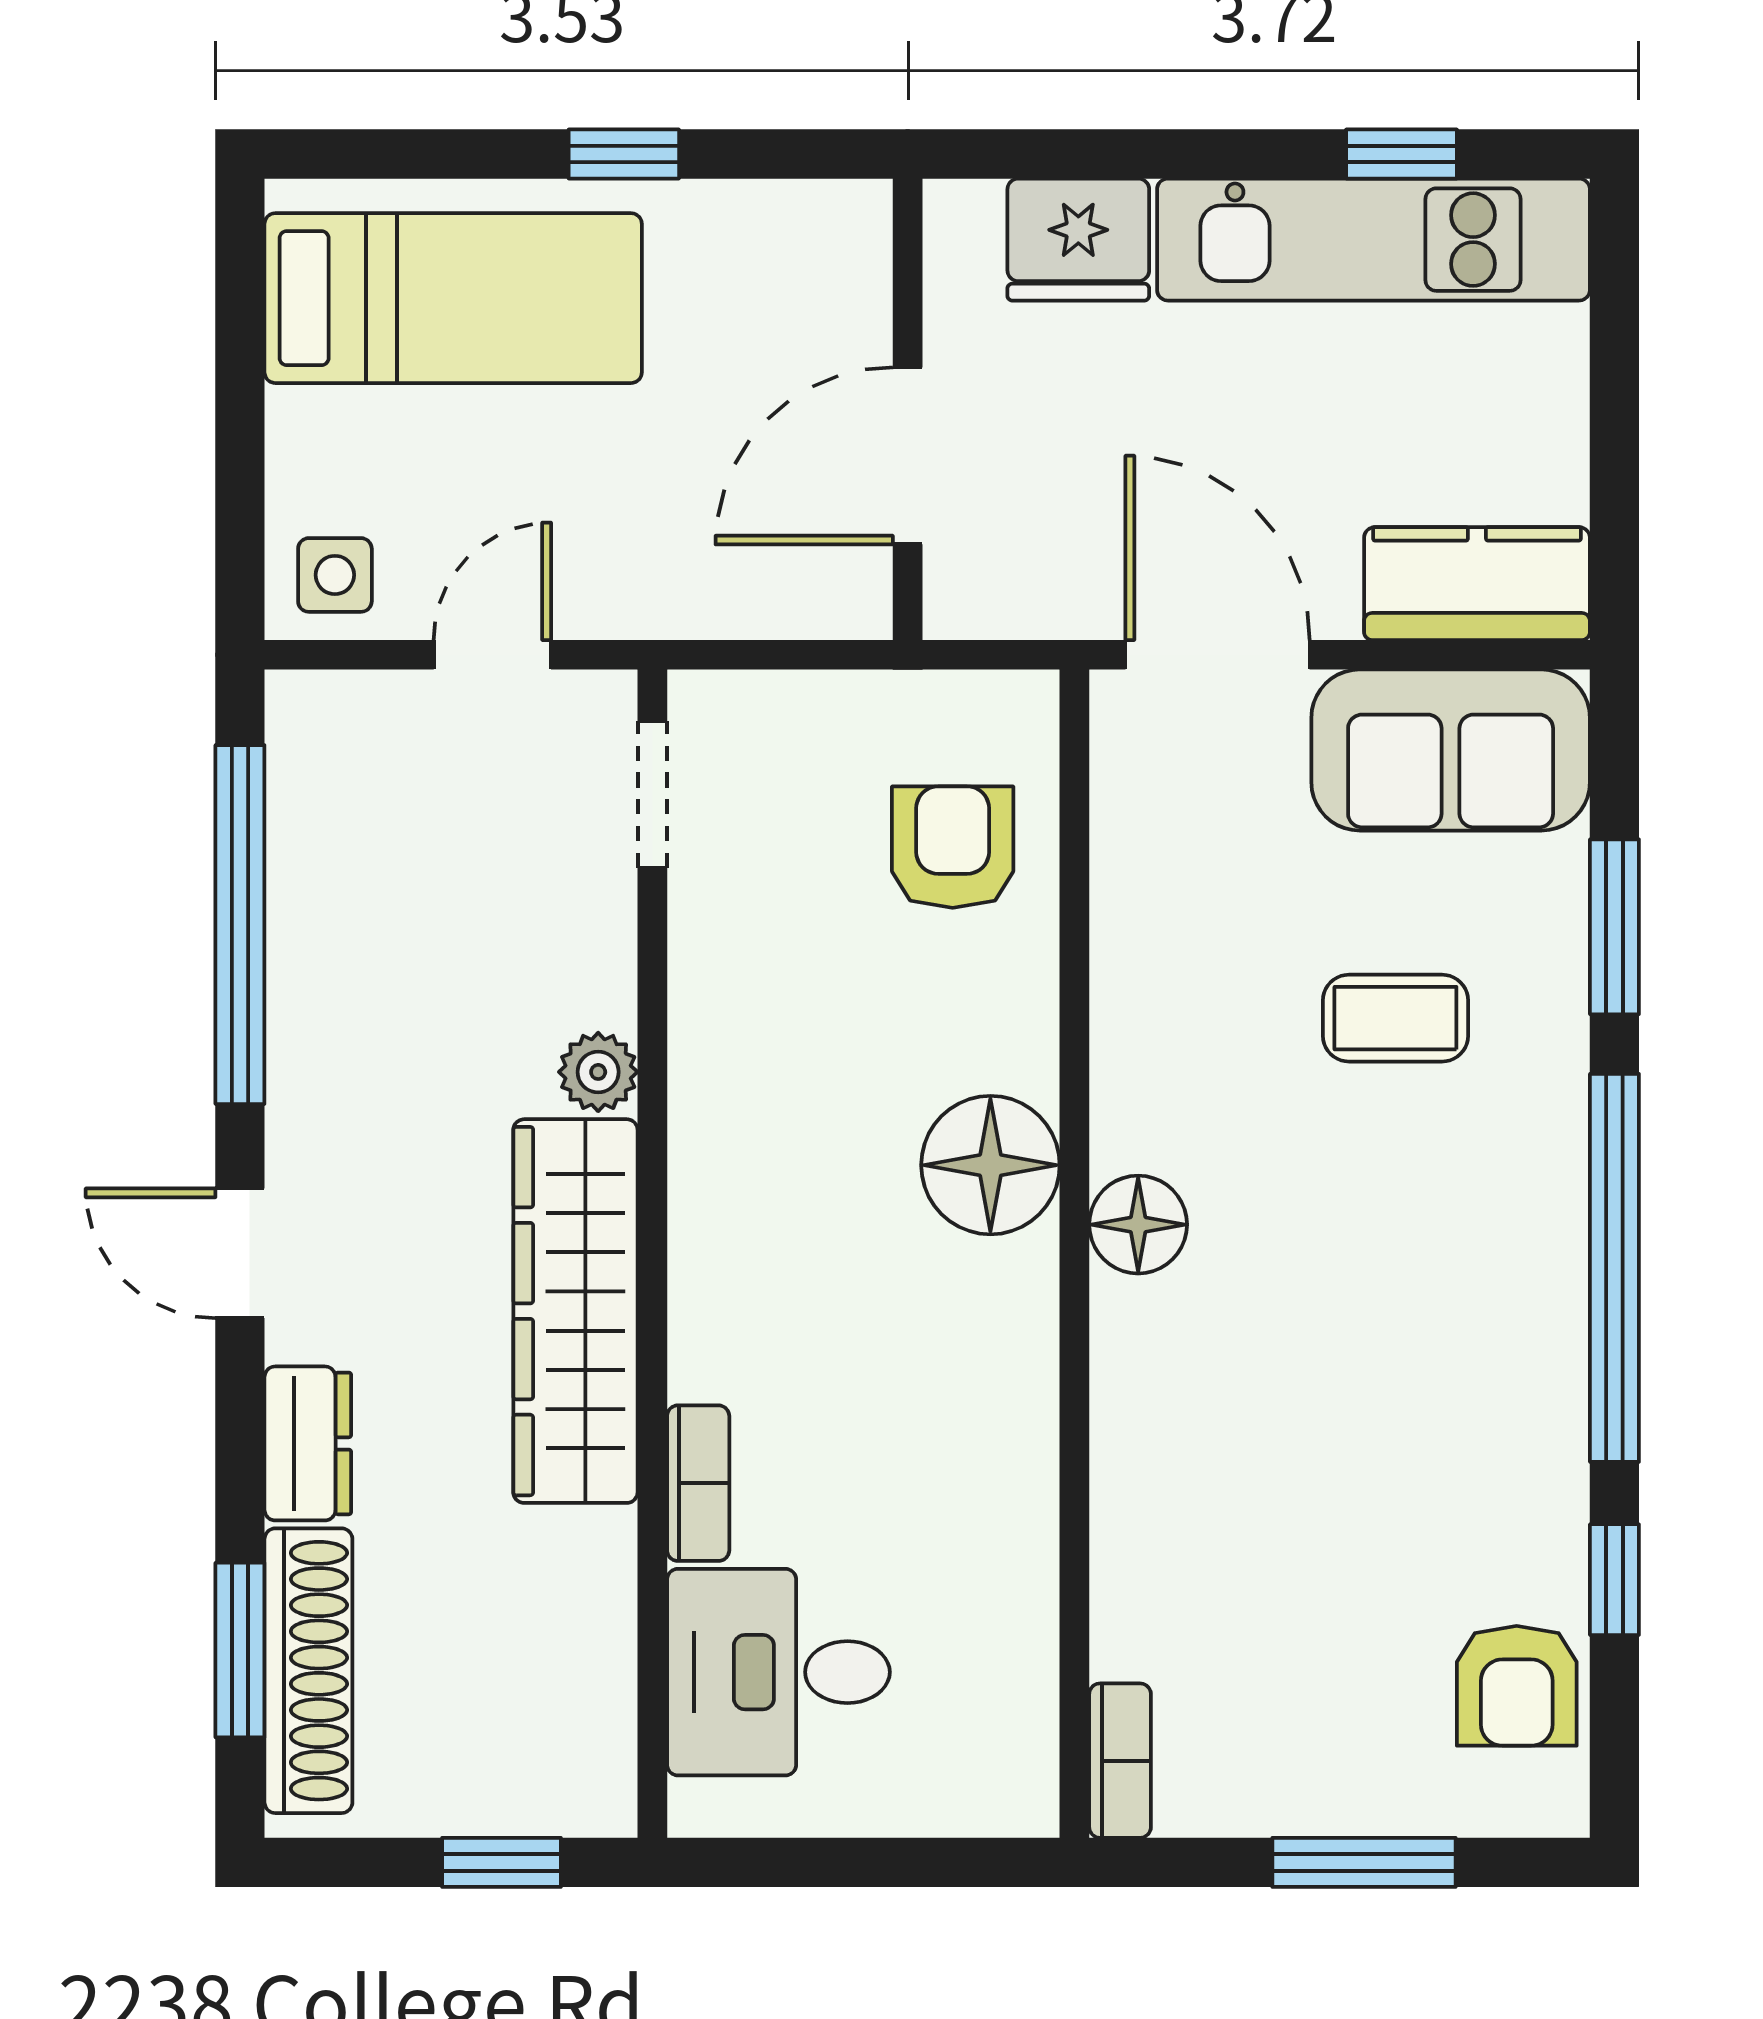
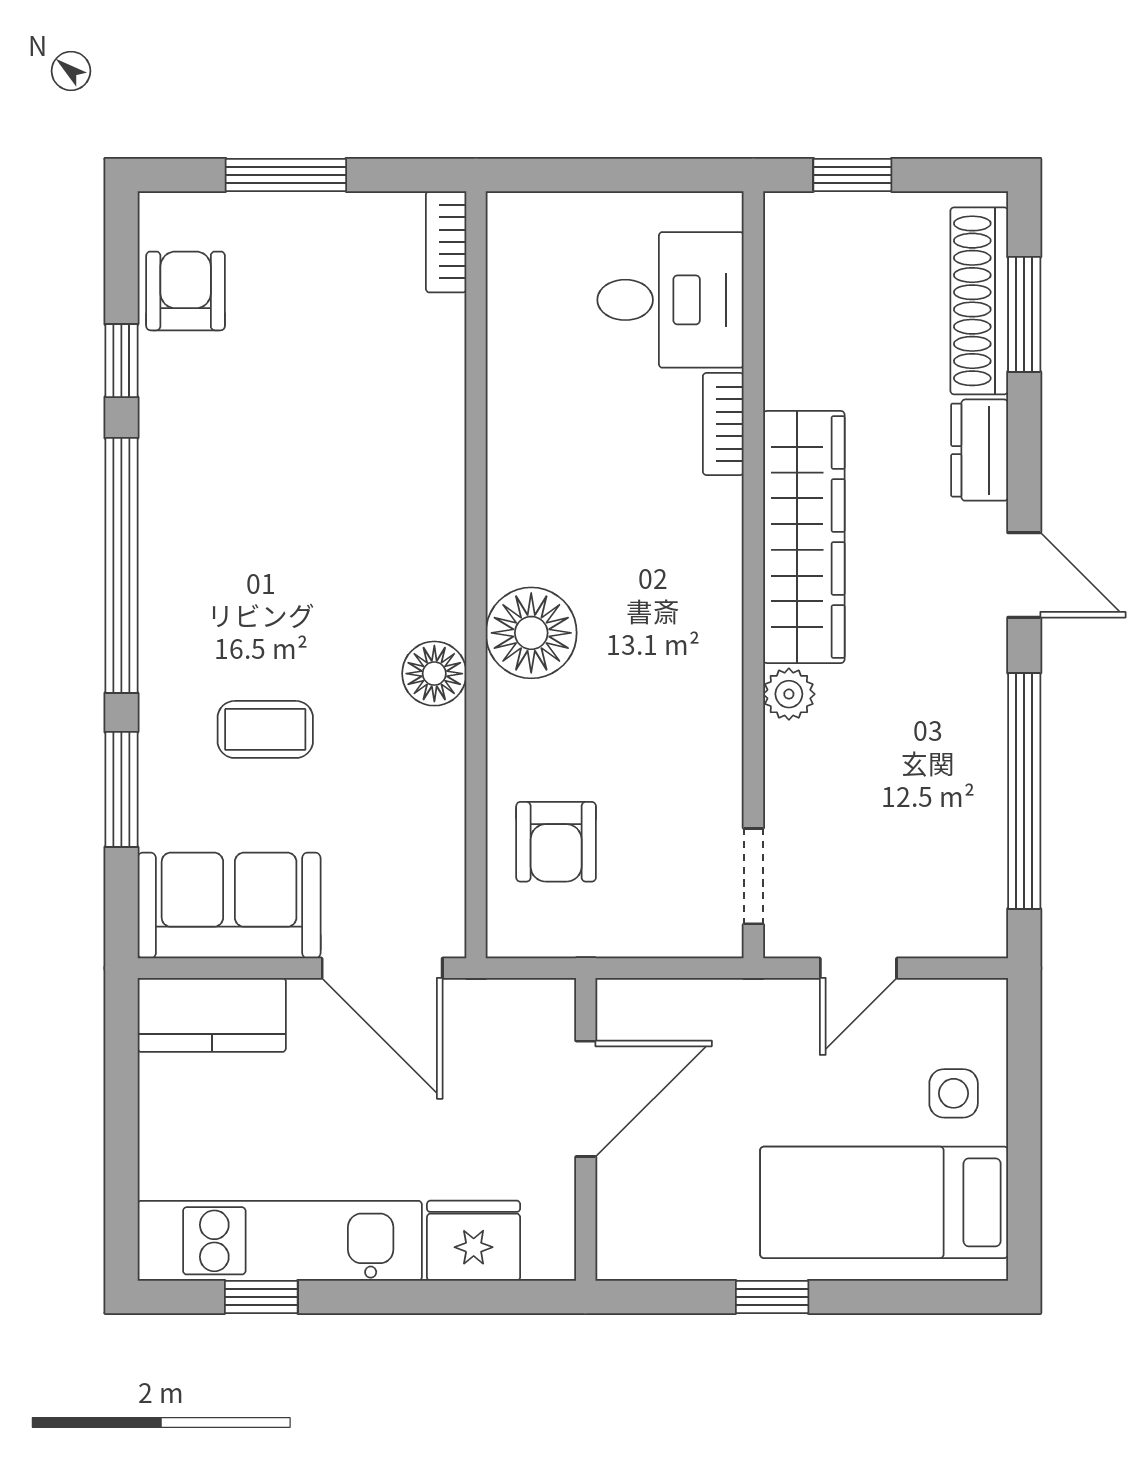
side table: (335, 575) -> (954, 1093), moved
floor lamp: (1138, 1225) -> (434, 674), moved

